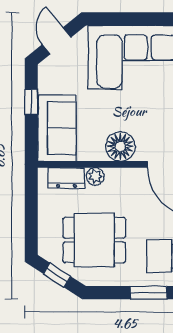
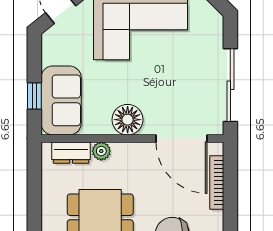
window: (31, 102) -> (34, 96), moved

